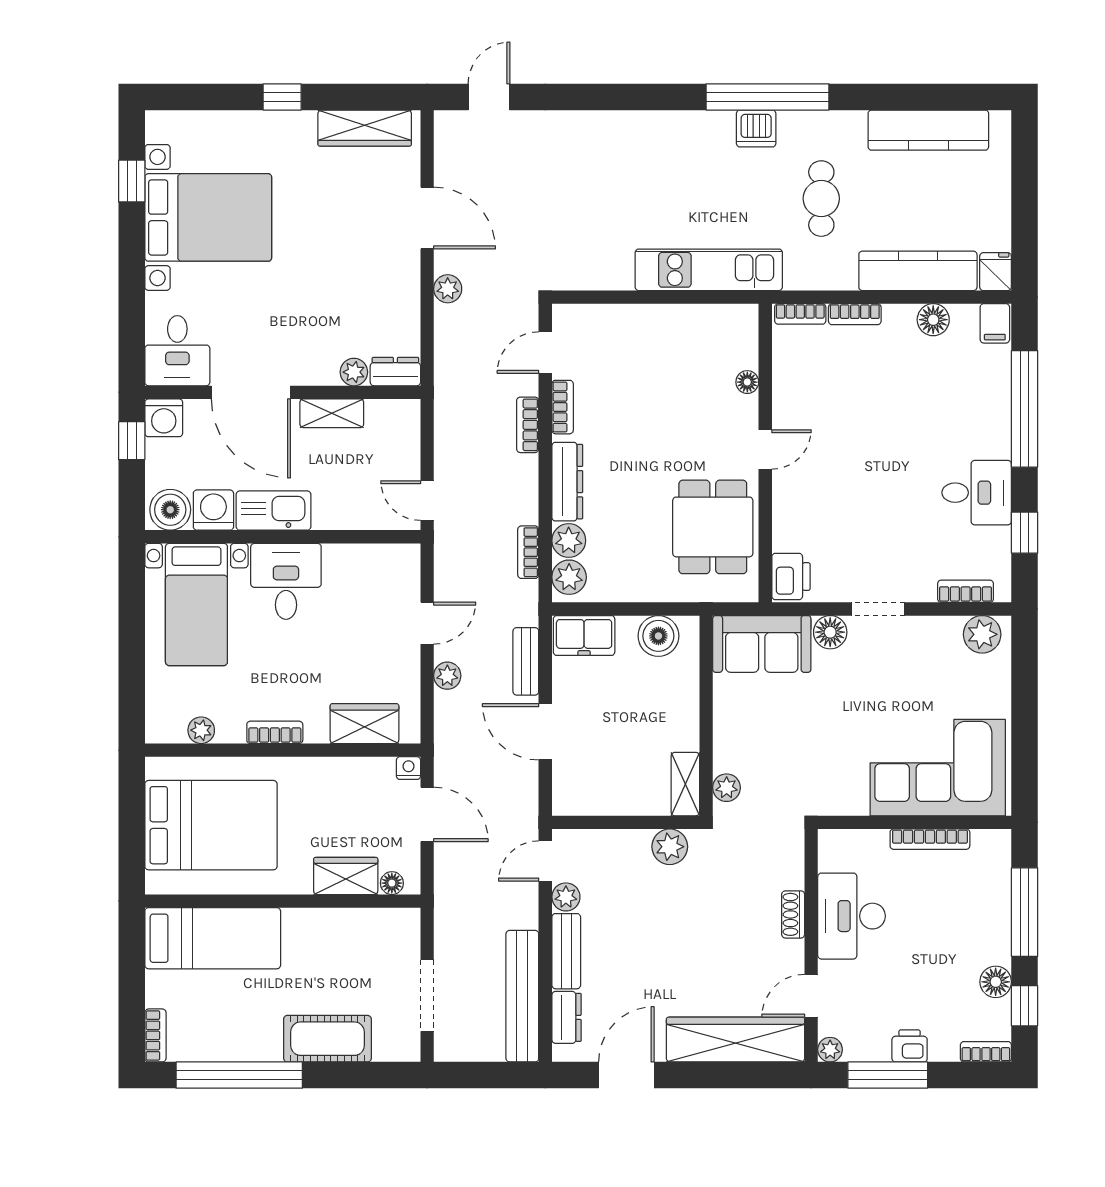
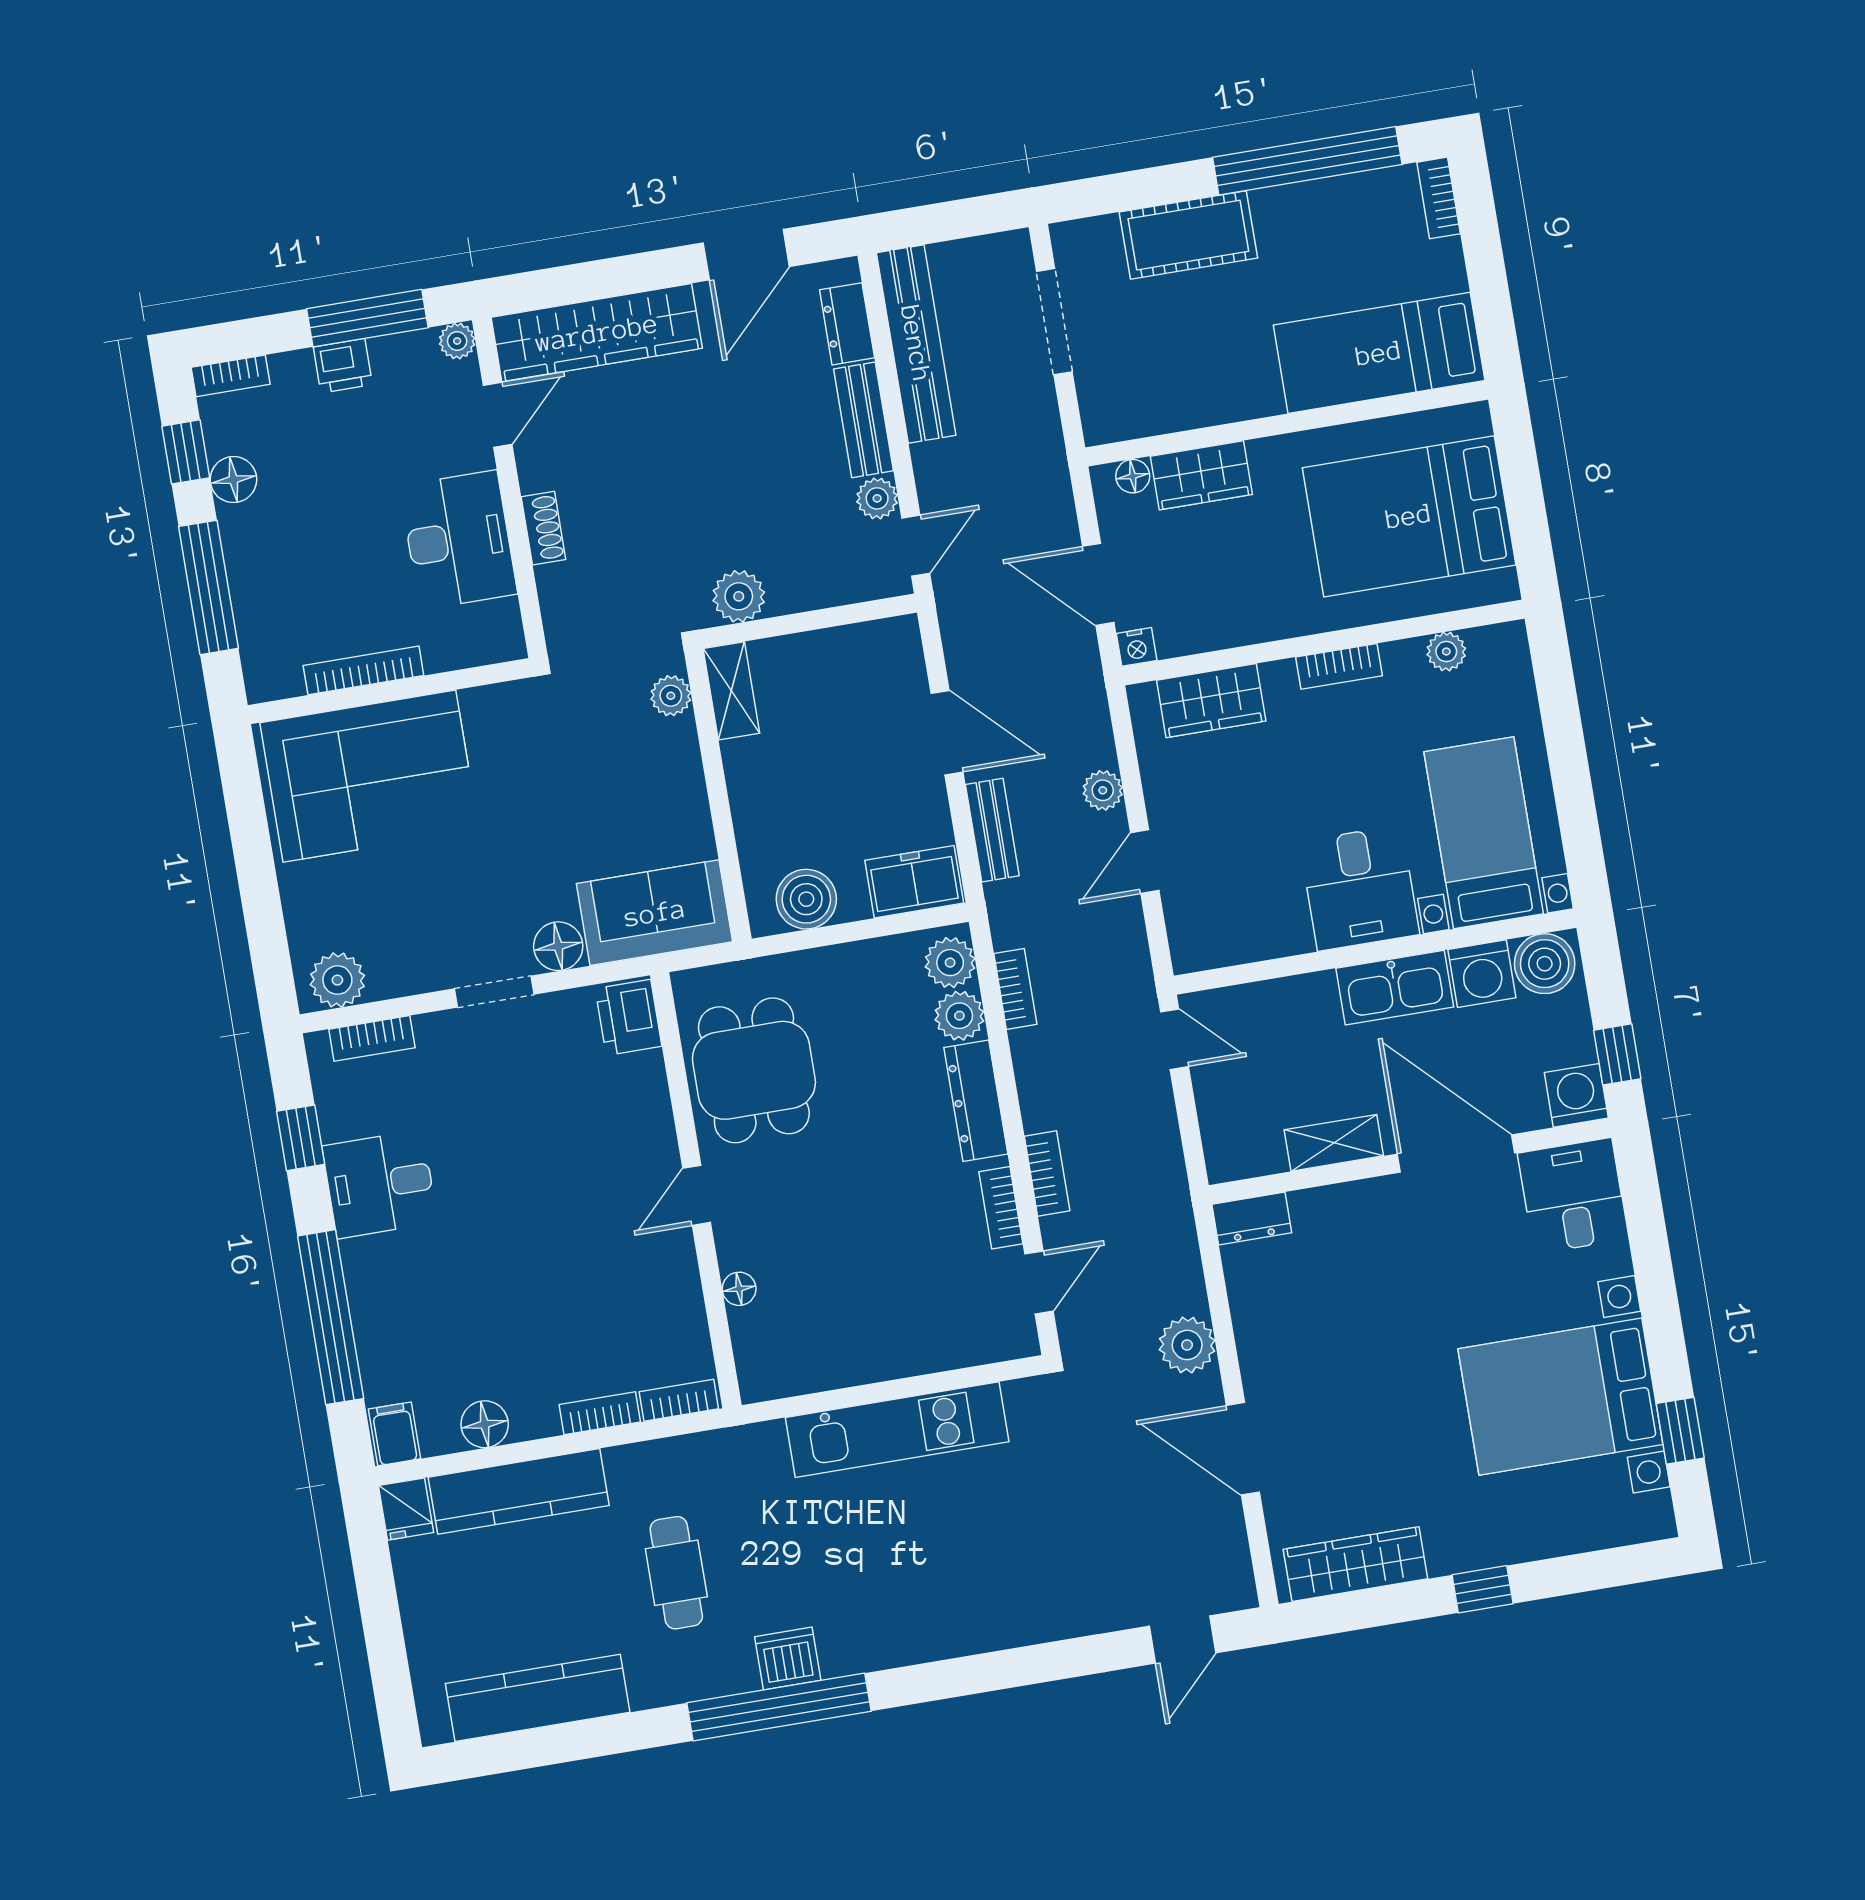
kitchen unit: (709, 270) -> (897, 1430), moved
plant: (448, 289) -> (1187, 1345), width x1.38, depth x1.38
plant: (354, 372) -> (1312, 1208), removed

